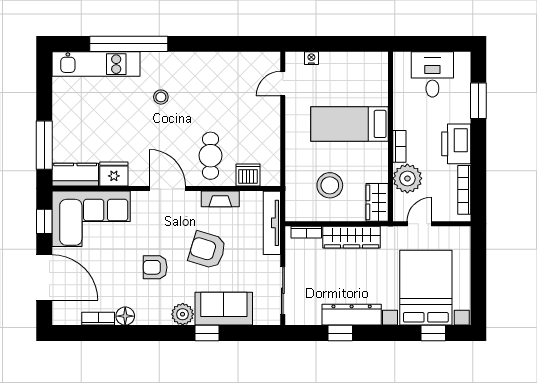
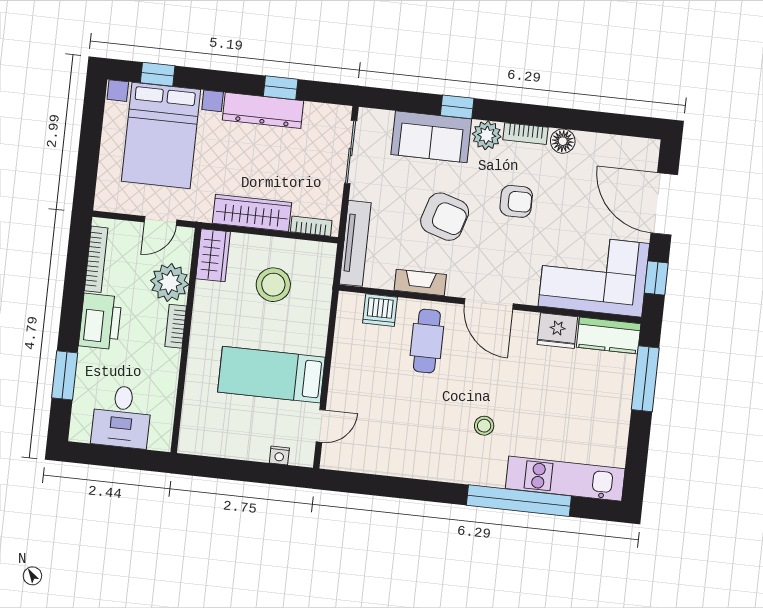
bed: (350, 124) -> (271, 375), moved, turned 180
bookcase: (98, 319) -> (526, 134), moved

